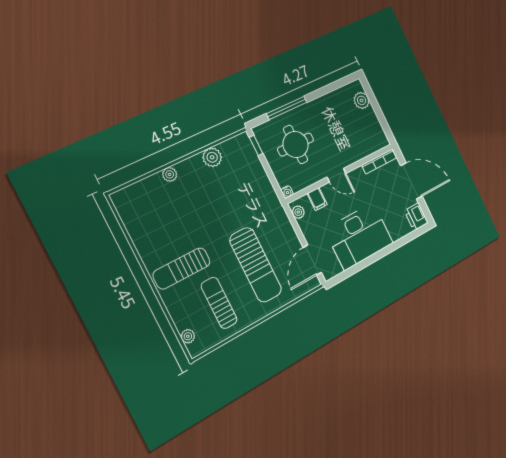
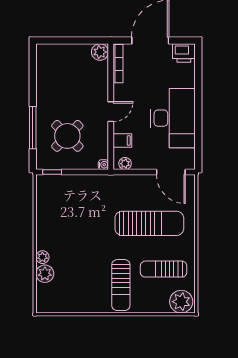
plant: (362, 100) -> (100, 52), moved
round table: (296, 144) -> (67, 136), turned 45
plant: (212, 157) -> (45, 274), moved
plant: (188, 336) -> (181, 302), width x1.88, depth x1.88

